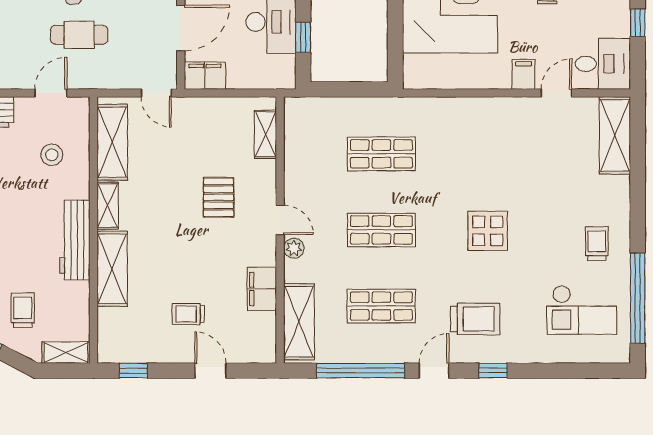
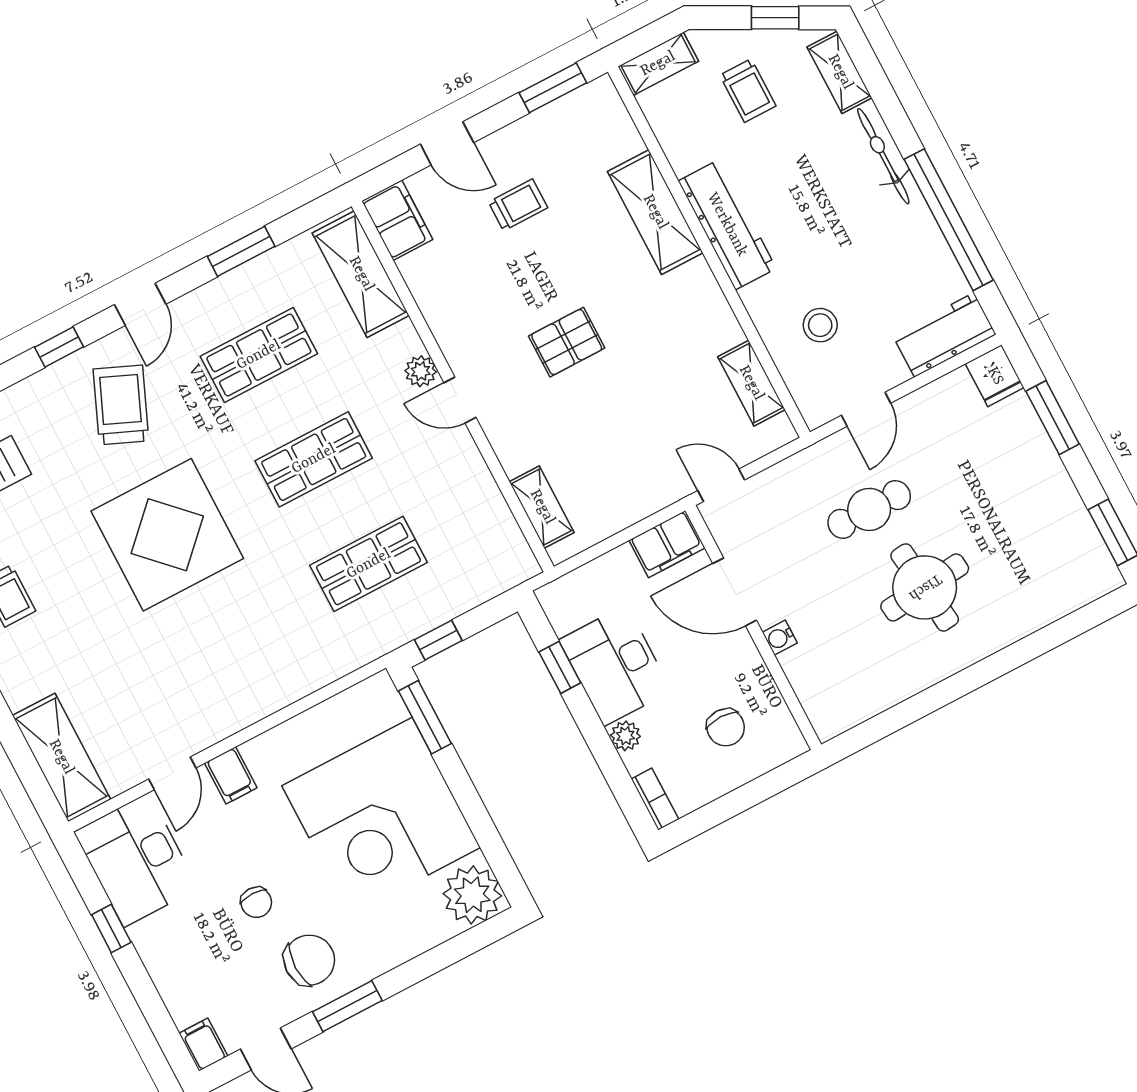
door: (181, 28) -> (735, 592), hinge flipped
window: (395, 49) -> (425, 717), added
desk: (603, 64) -> (136, 860), width x1.37
window: (364, 89) -> (438, 640), added
shelving: (112, 142) -> (751, 383), width x0.67, depth x0.75
pallet: (219, 197) -> (567, 342), moved, turned 90
shelving: (108, 206) -> (707, 295), removed
display table: (488, 231) -> (167, 535), width x1.86, depth x1.86
filing cabinet: (262, 289) -> (397, 220), moved
trolley: (475, 319) -> (121, 405), turned 113
window: (133, 371) -> (553, 88), width x1.50
window: (361, 371) -> (241, 251), width x0.47

